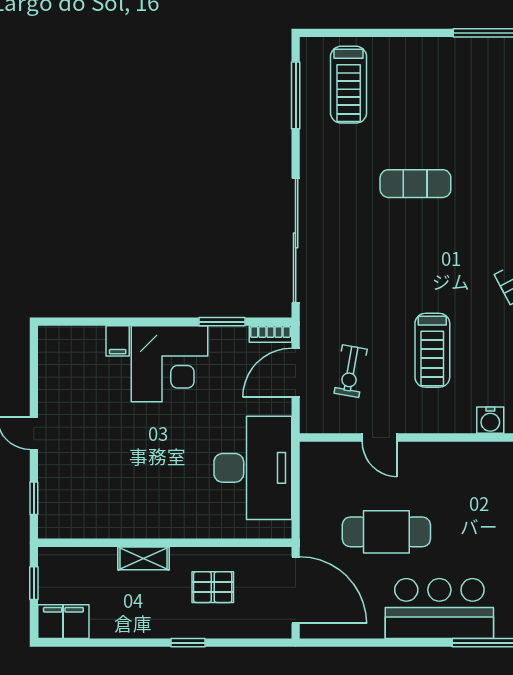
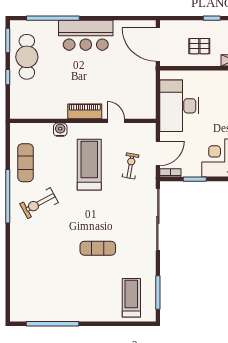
treadmill: (432, 350) -> (89, 165), width x1.37, depth x1.38
exercise bike: (351, 371) -> (131, 166), moved
piano: (441, 457) -> (85, 111), added
cafe table: (386, 532) -> (112, 74), removed

